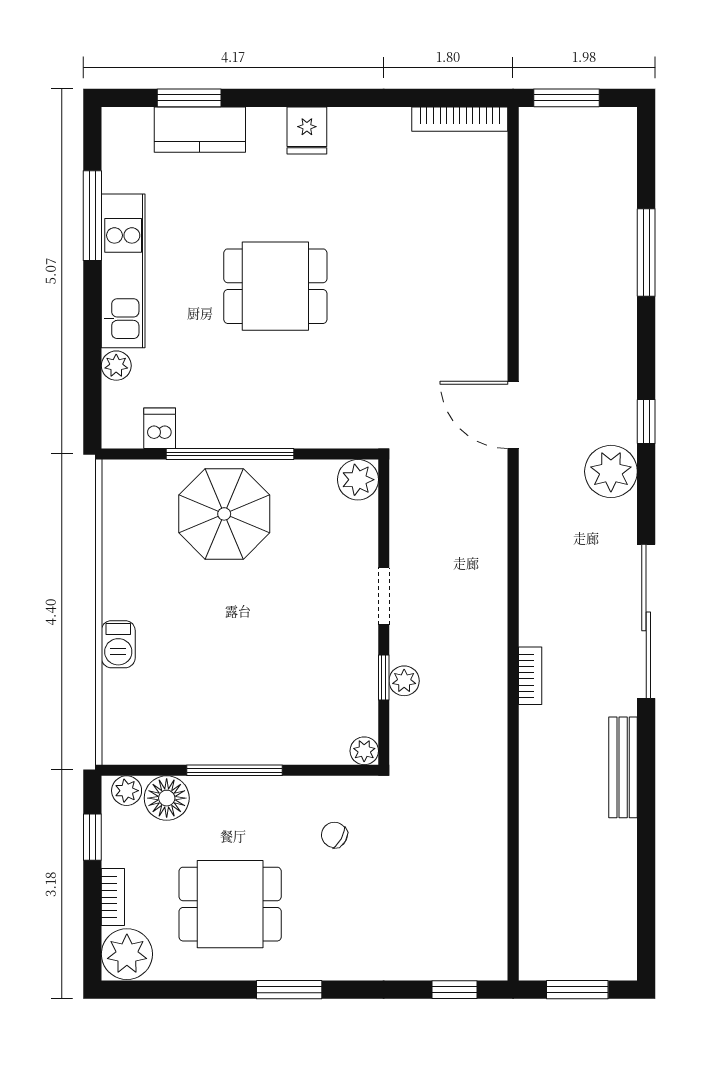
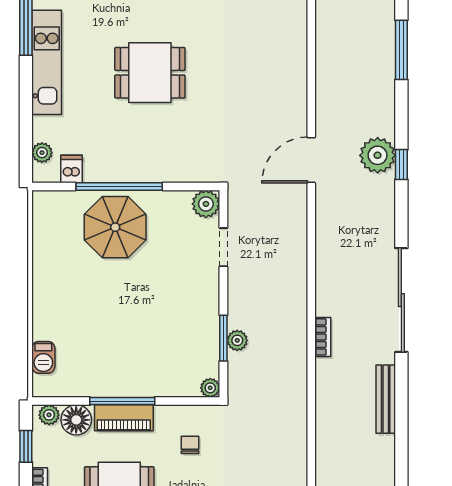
plant: (116, 366) -> (42, 153), moved
door: (513, 415) -> (311, 160), hinge flipped
plant: (611, 471) -> (378, 155), moved
doorway: (384, 596) -> (223, 247), moved
barbecue: (118, 644) -> (43, 357), moved
window: (384, 677) -> (223, 338), width x1.50
piano: (237, 795) -> (124, 418), added
chair: (334, 835) -> (190, 445), turned 61

